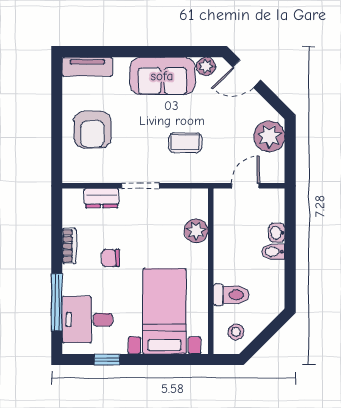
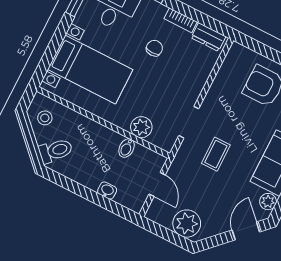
doorway: (140, 186) -> (189, 122), moved
dresser: (102, 198) -> (208, 37), moved, turned -90
bidet: (274, 252) -> (127, 148), moved, turned 180
toilet: (231, 295) -> (56, 151), moved, turned -135

